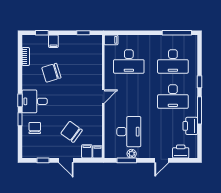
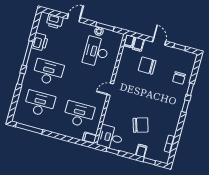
chair: (51, 73) -> (141, 125), moved
desk: (35, 101) -> (110, 137), moved, turned 180
chair: (72, 132) -> (147, 66), turned 144

